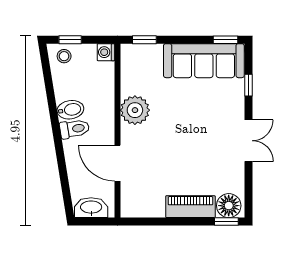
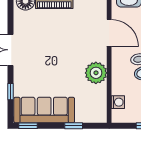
window: (144, 40) -> (74, 126), moved
washing machine: (106, 52) -> (118, 102), moved

